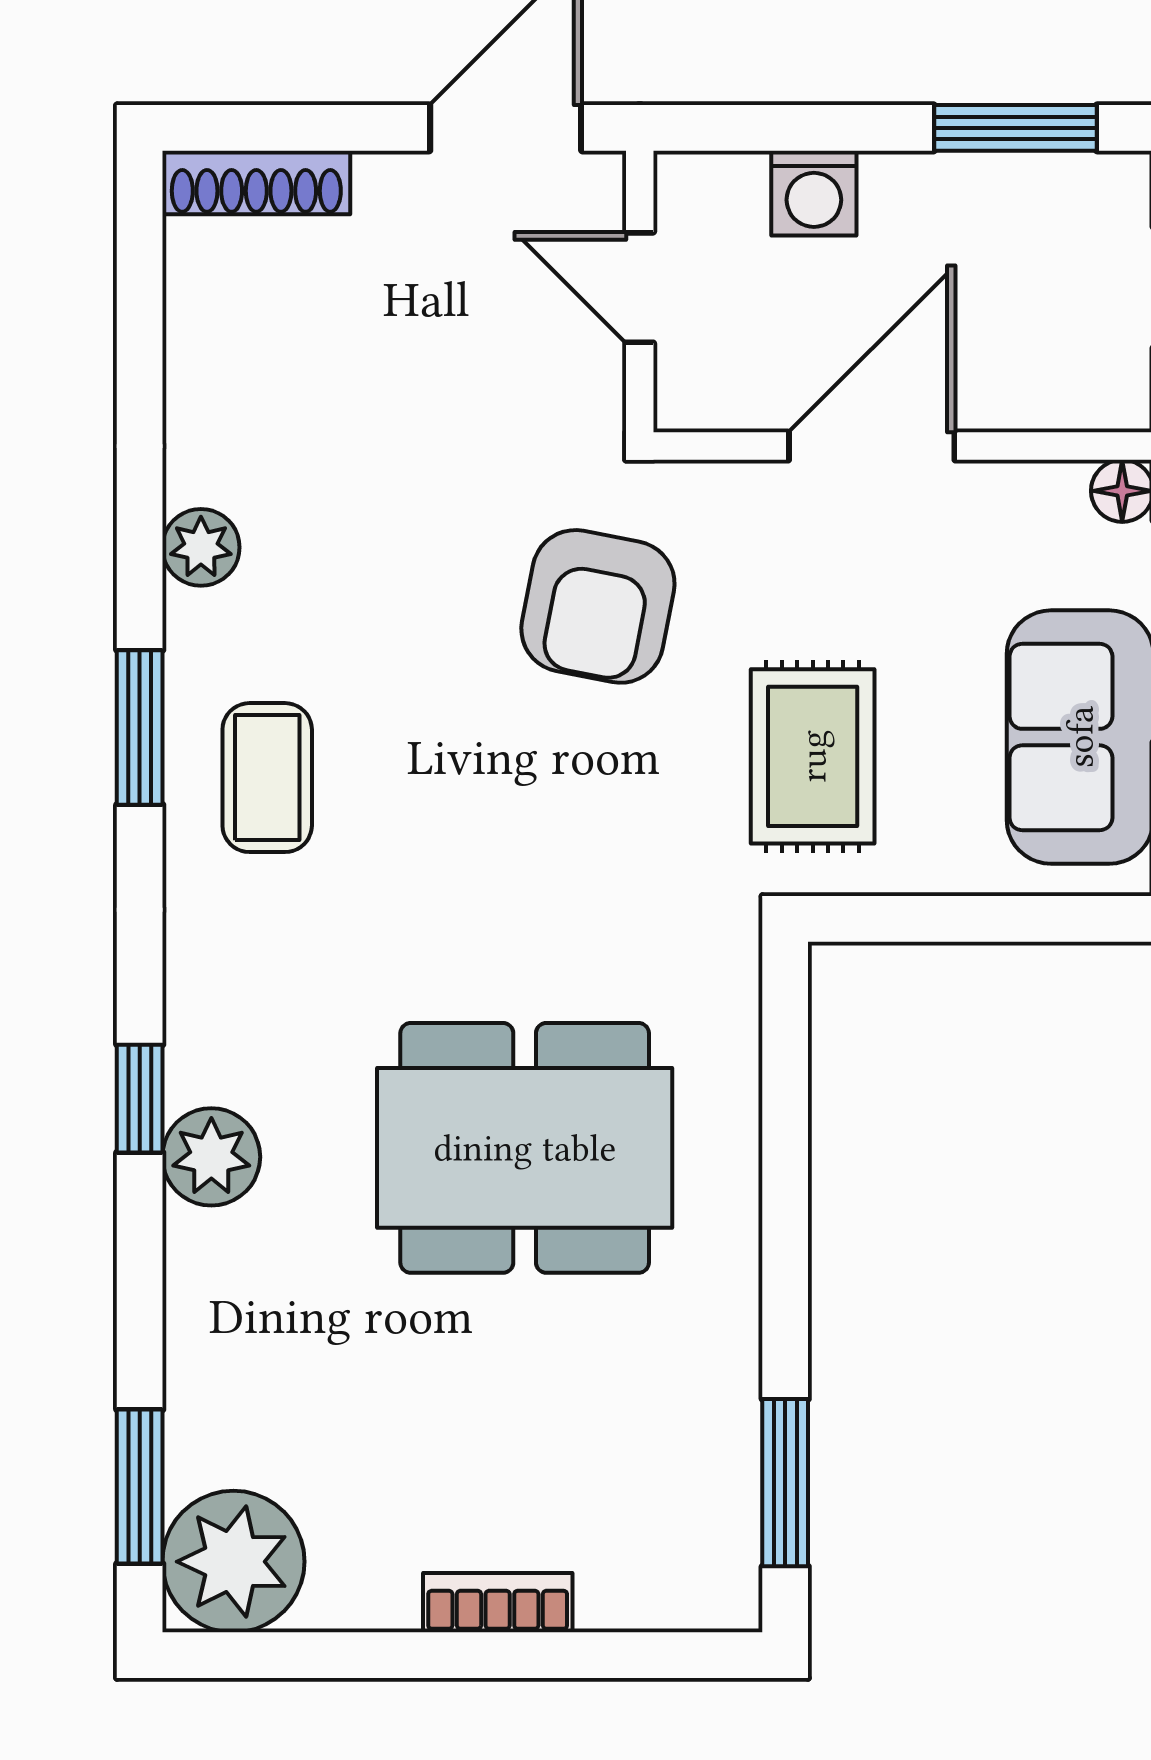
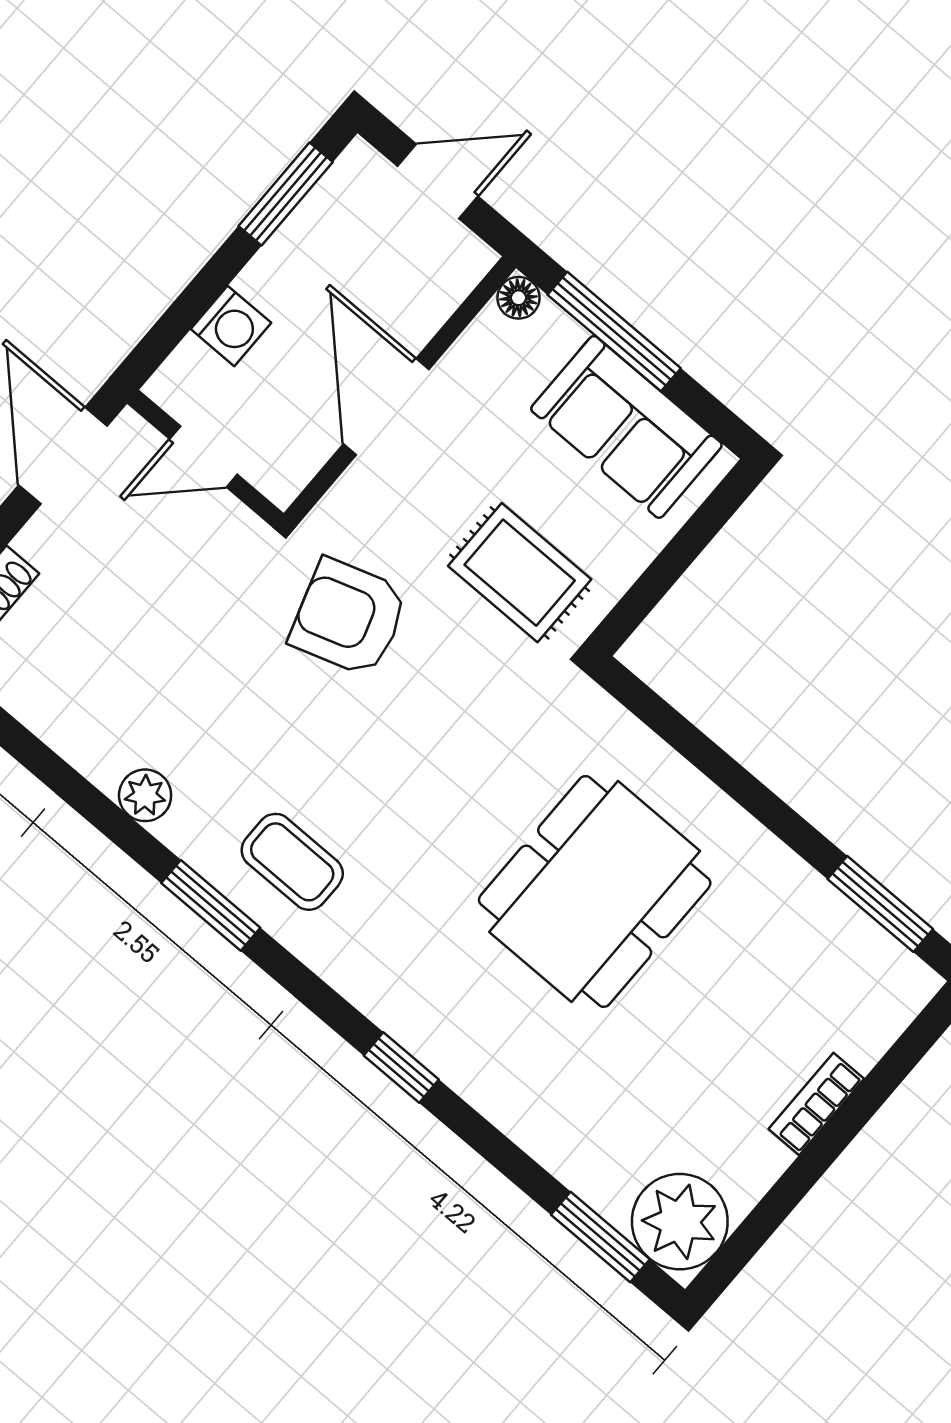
armchair: (598, 606) -> (349, 617), turned 151
plant: (211, 1157) -> (462, 1056), removed

